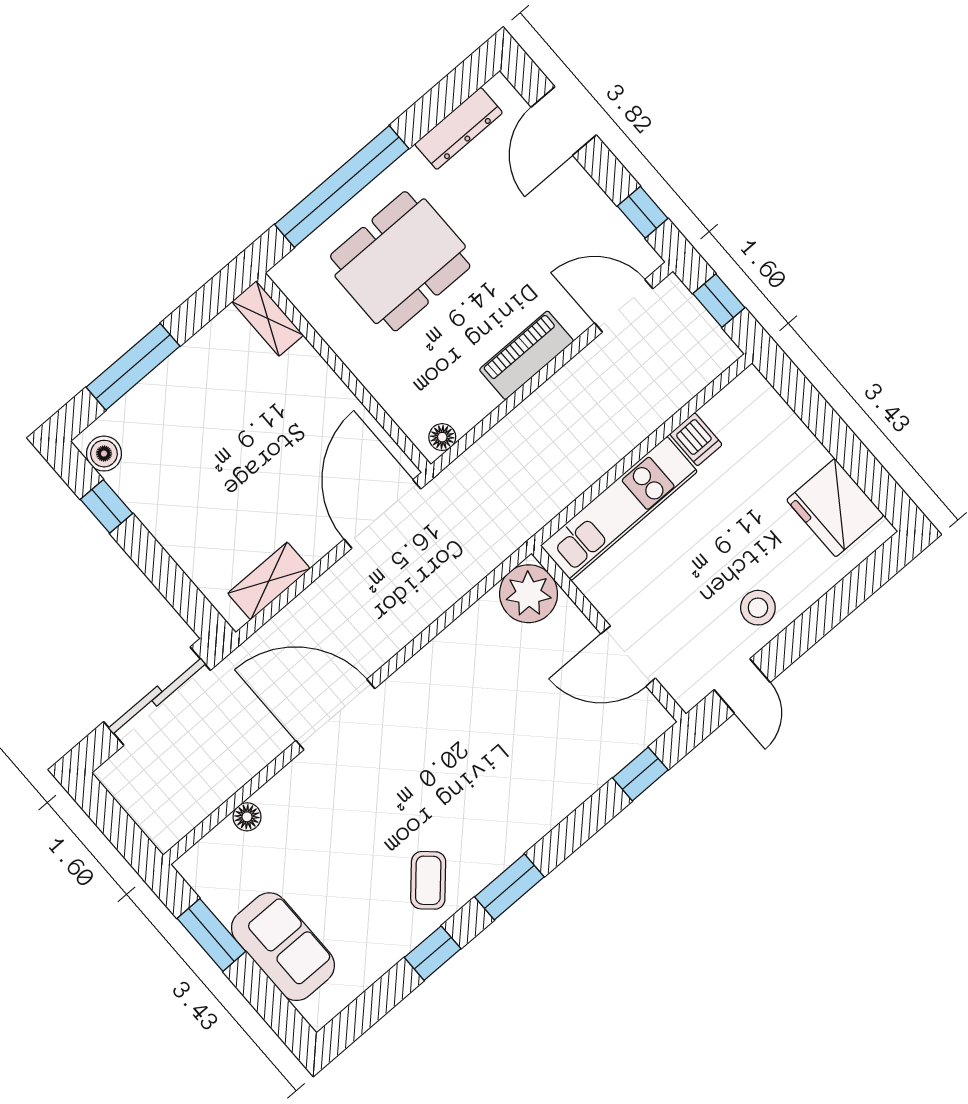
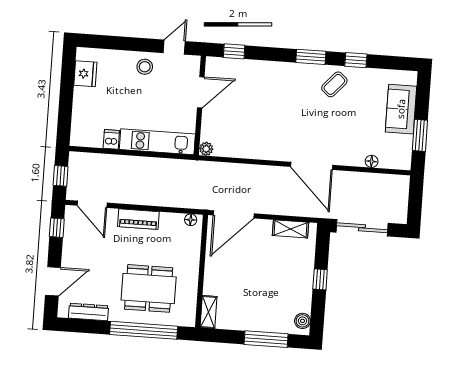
window: (106, 506) -> (320, 279), moved
fridge: (835, 508) -> (85, 74), width x0.73, depth x0.75
plant: (529, 594) -> (206, 149), width x0.53, depth x0.53
door: (628, 656) -> (201, 92), hinge flipped

